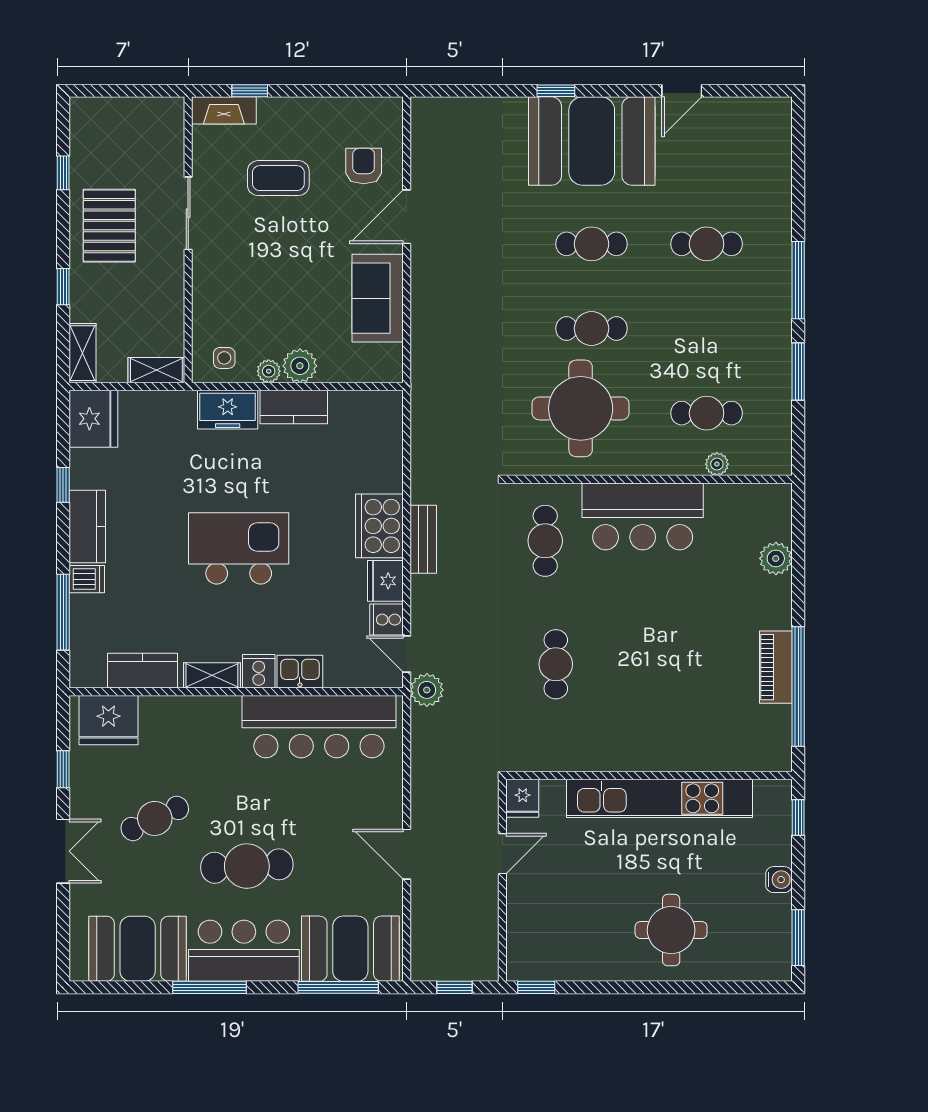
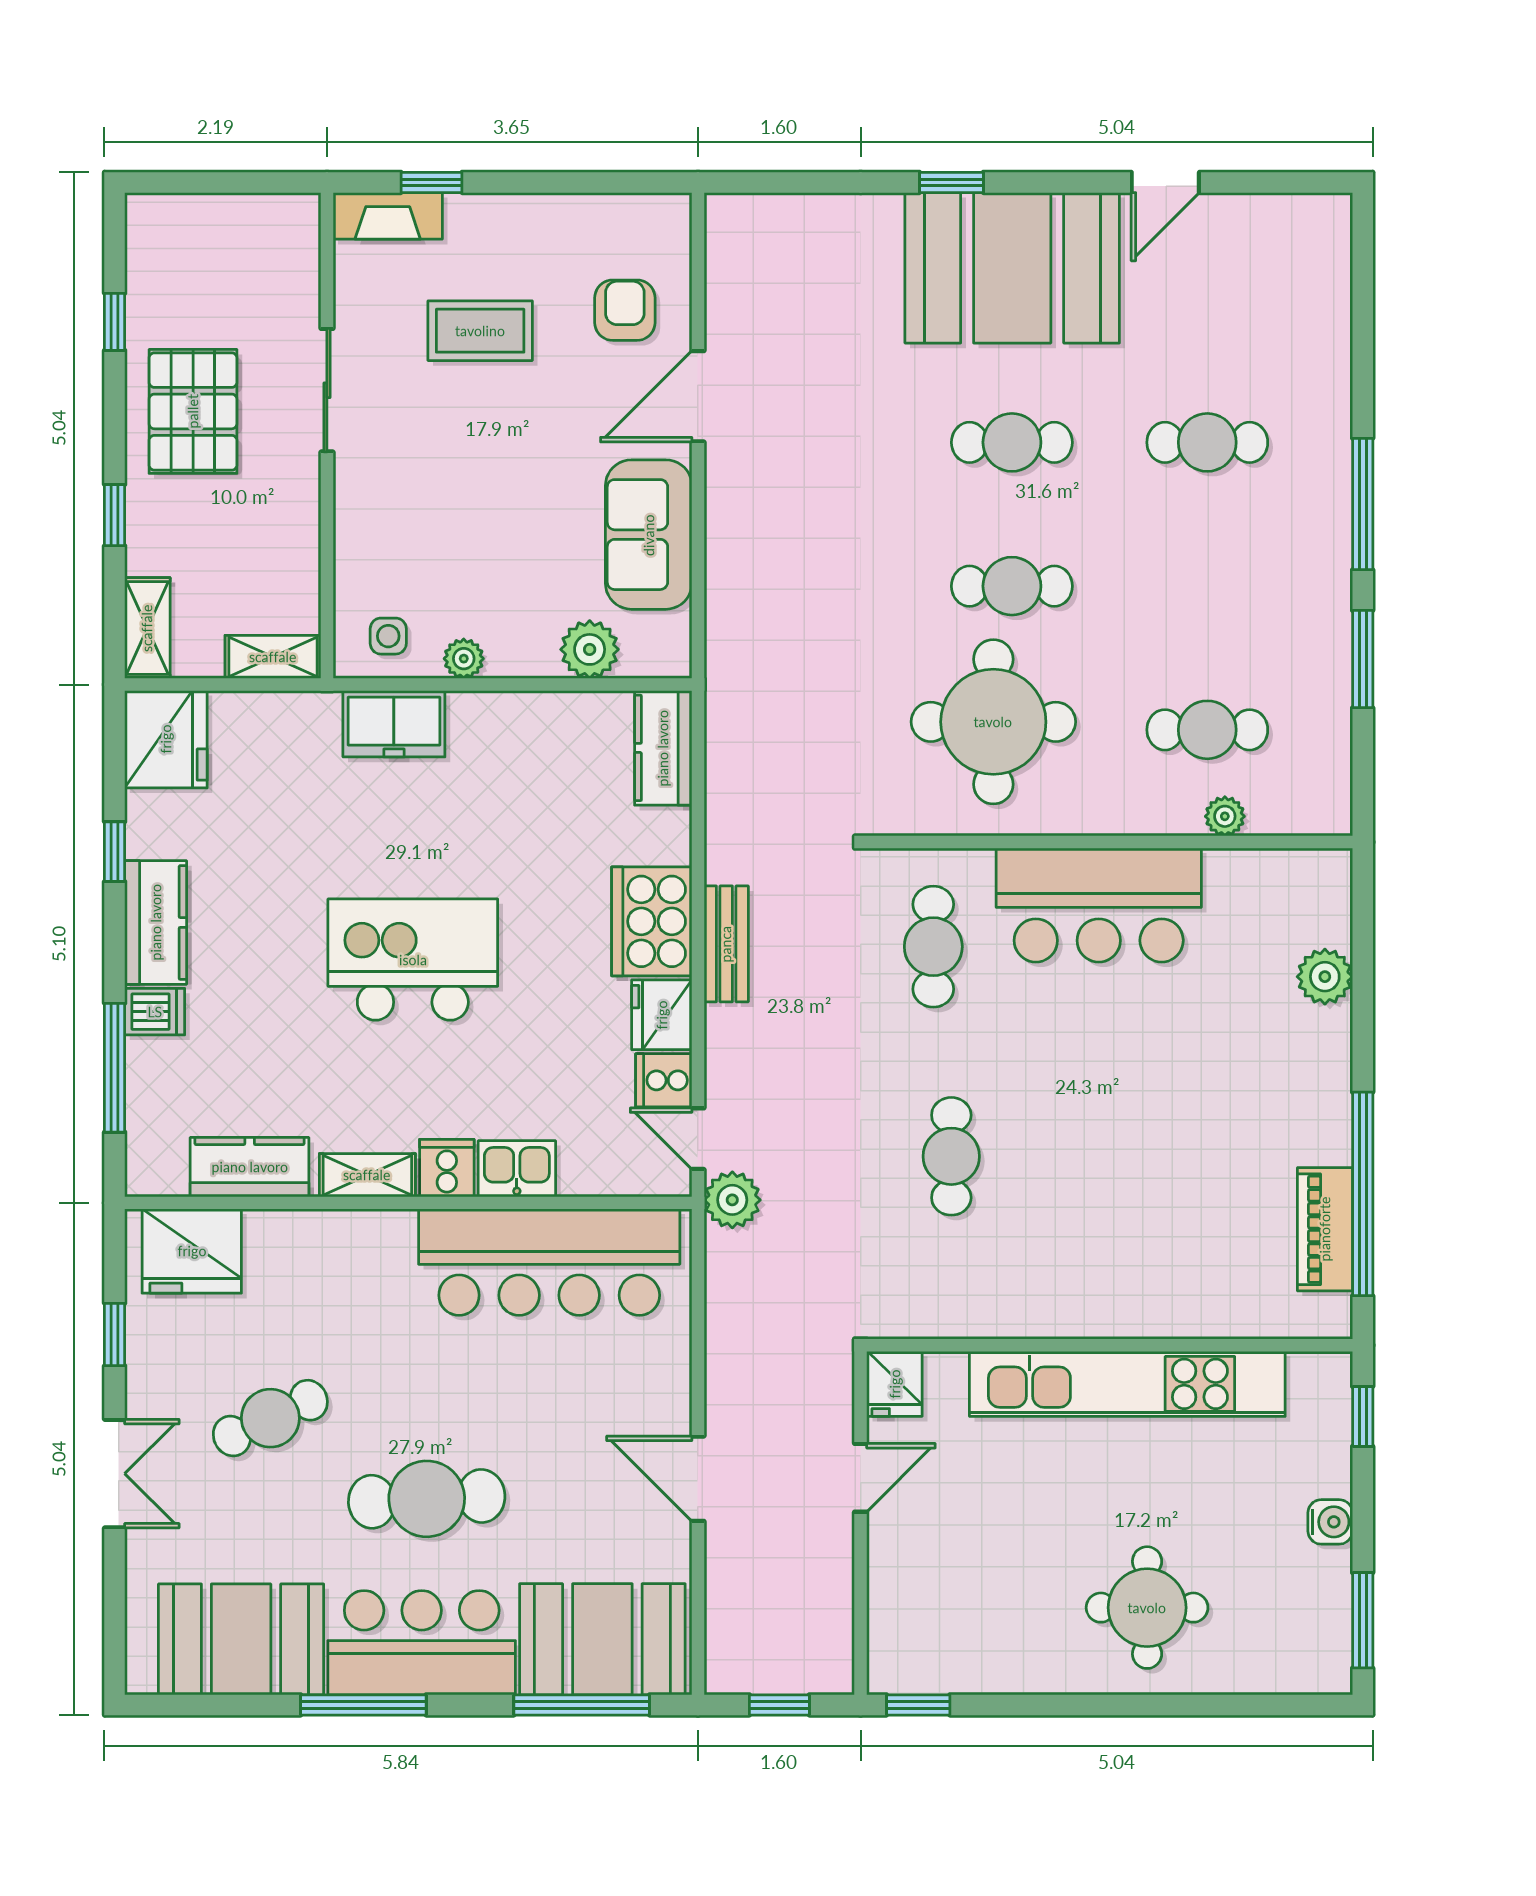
plant: (300, 366) -> (590, 649), moved
kitchen counter: (294, 407) -> (663, 748), moved, turned 90
piano: (776, 667) -> (1325, 1229), moved

